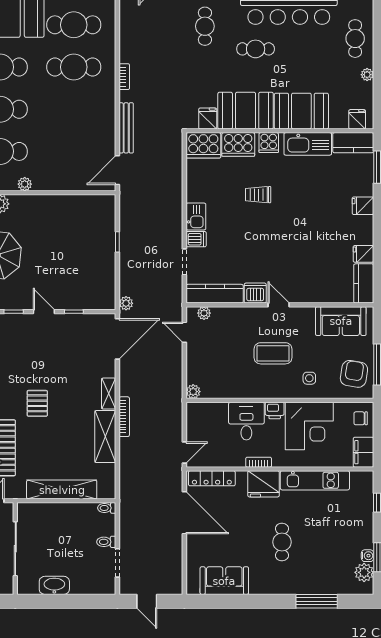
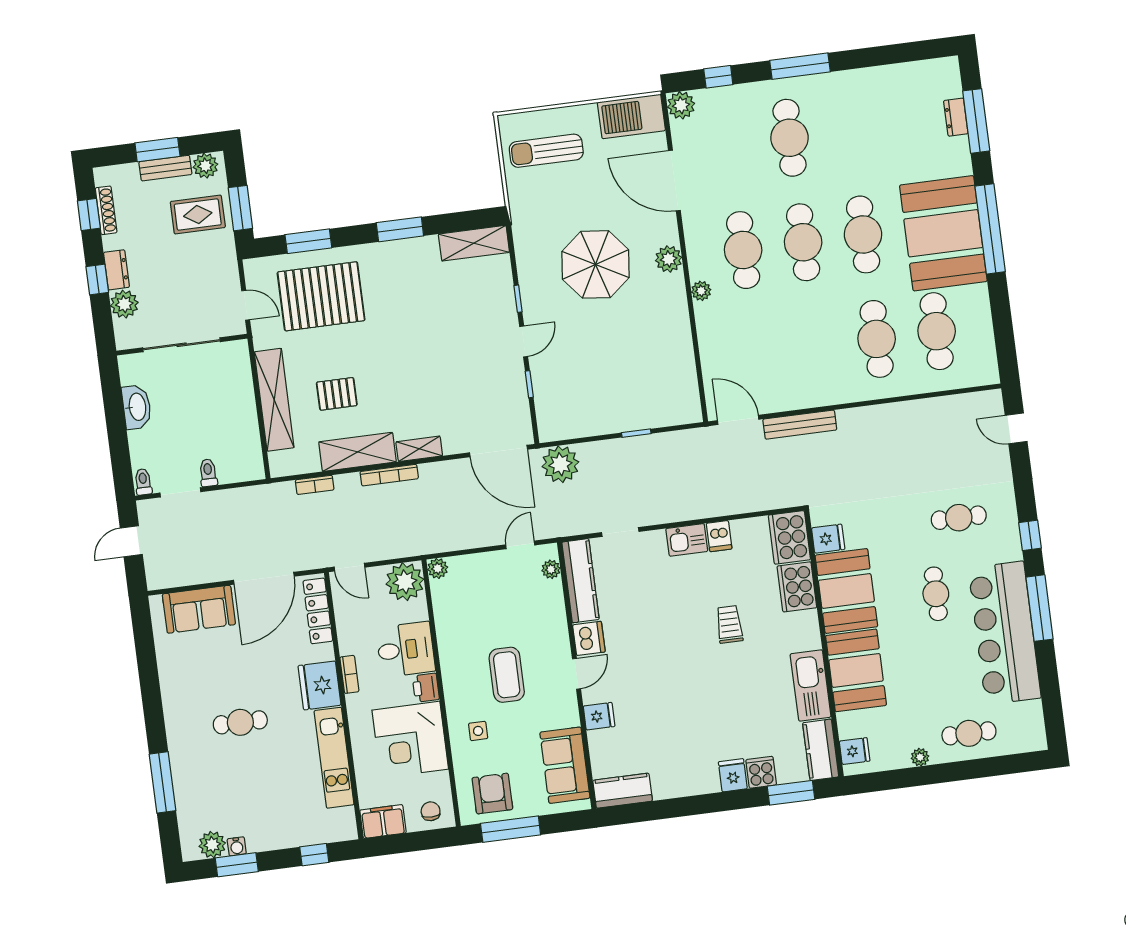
bookcase: (124, 77) -> (315, 485), moved
cooker: (269, 143) -> (761, 772), moved, turned 90
dishwasher: (196, 239) -> (719, 536), moved
fridge: (363, 254) -> (599, 716), moved, turned 90
plant: (126, 303) -> (560, 464), width x1.87, depth x1.87
armchair: (354, 374) -> (492, 794), turned -99
pallet: (37, 403) -> (337, 394), moved
plant: (199, 415) -> (405, 582), added
toilet: (107, 508) -> (143, 482), moved
sofa: (224, 581) -> (199, 609), moved, turned 90

